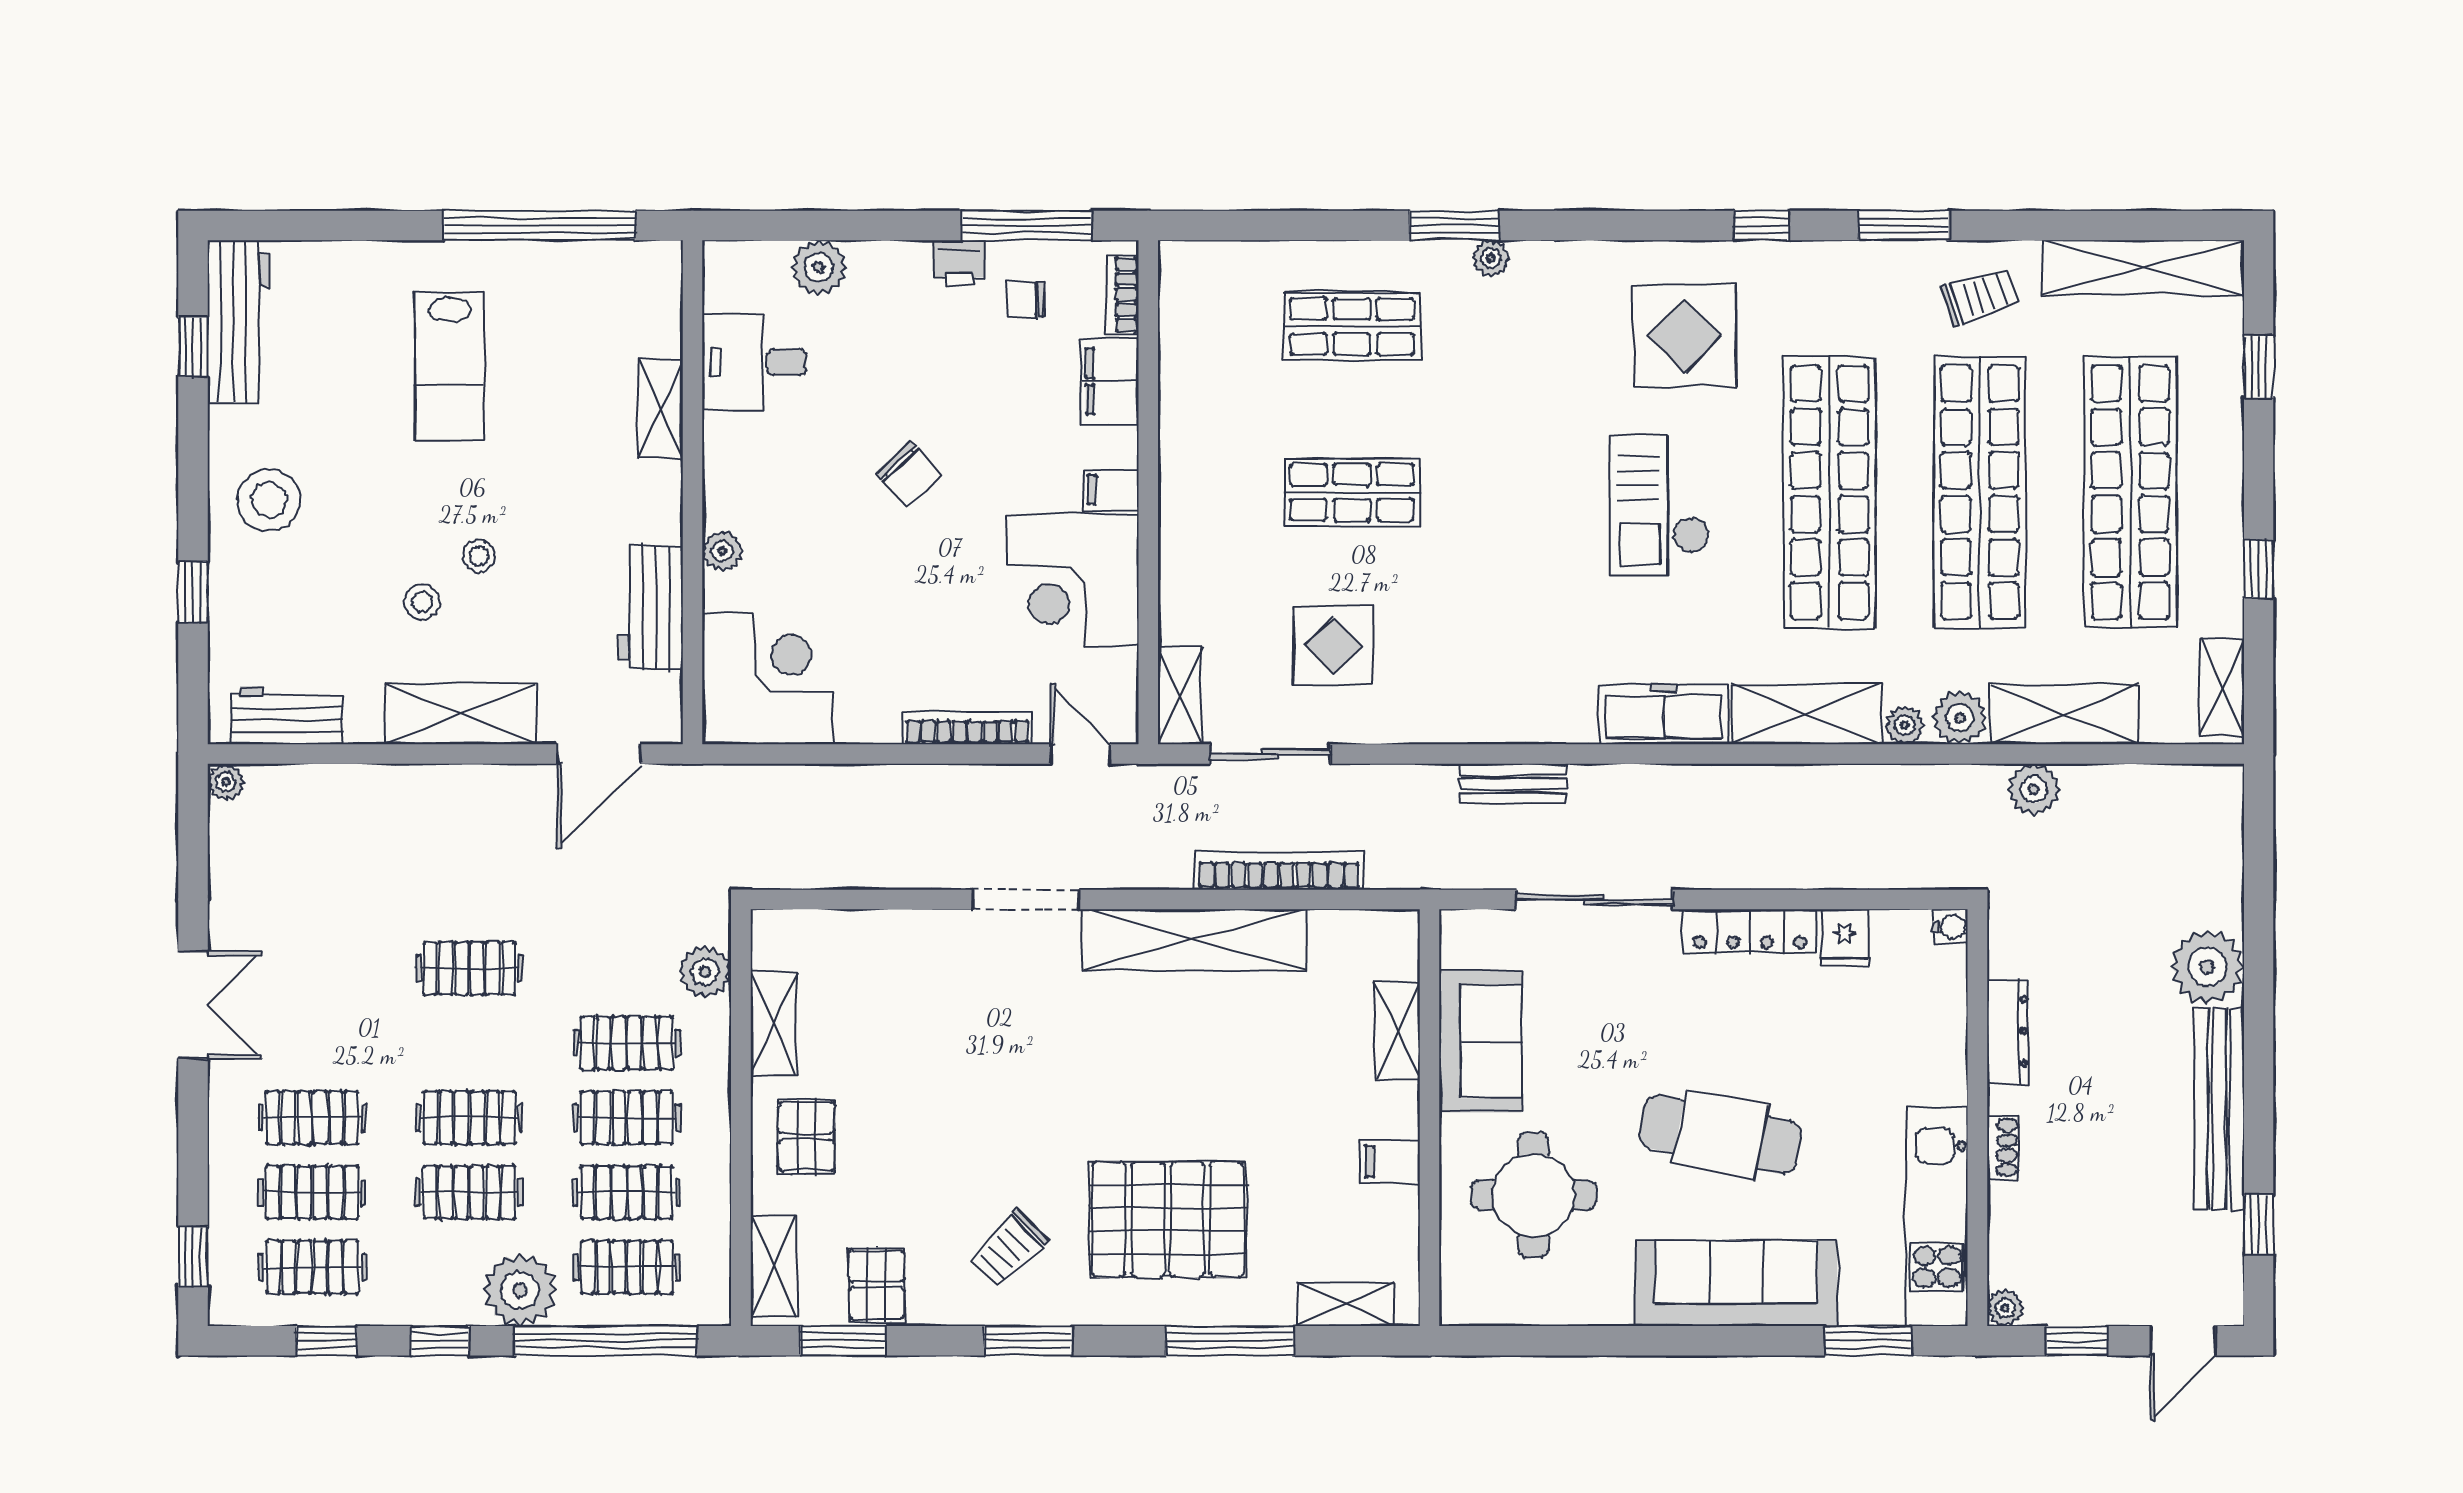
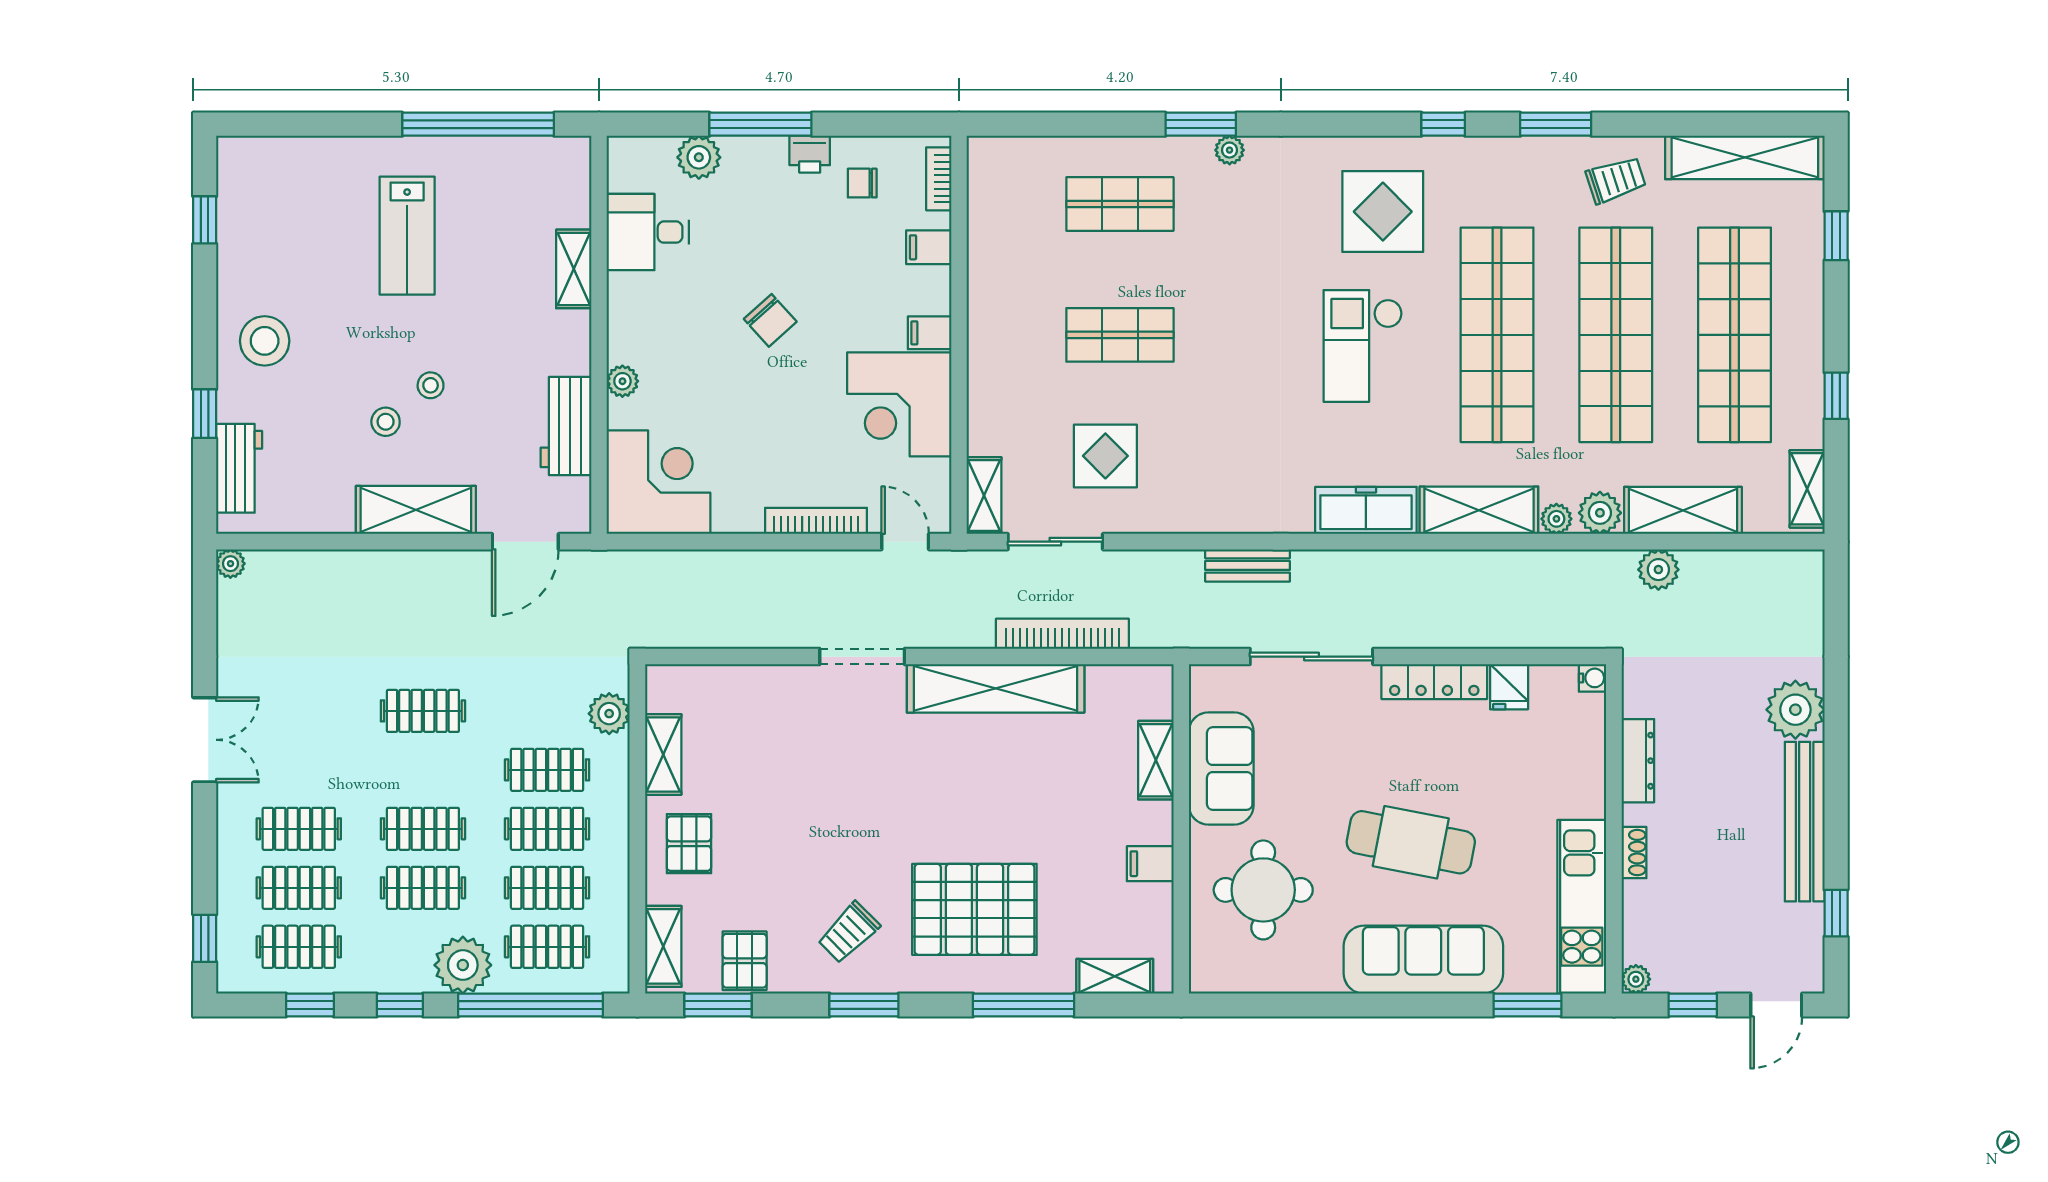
window: (1027, 225) -> (760, 124), moved
workbench: (238, 322) -> (240, 200), removed
filing cabinet: (1110, 381) -> (929, 247), width x0.50
workbench: (287, 715) -> (239, 468), moved, turned 90

